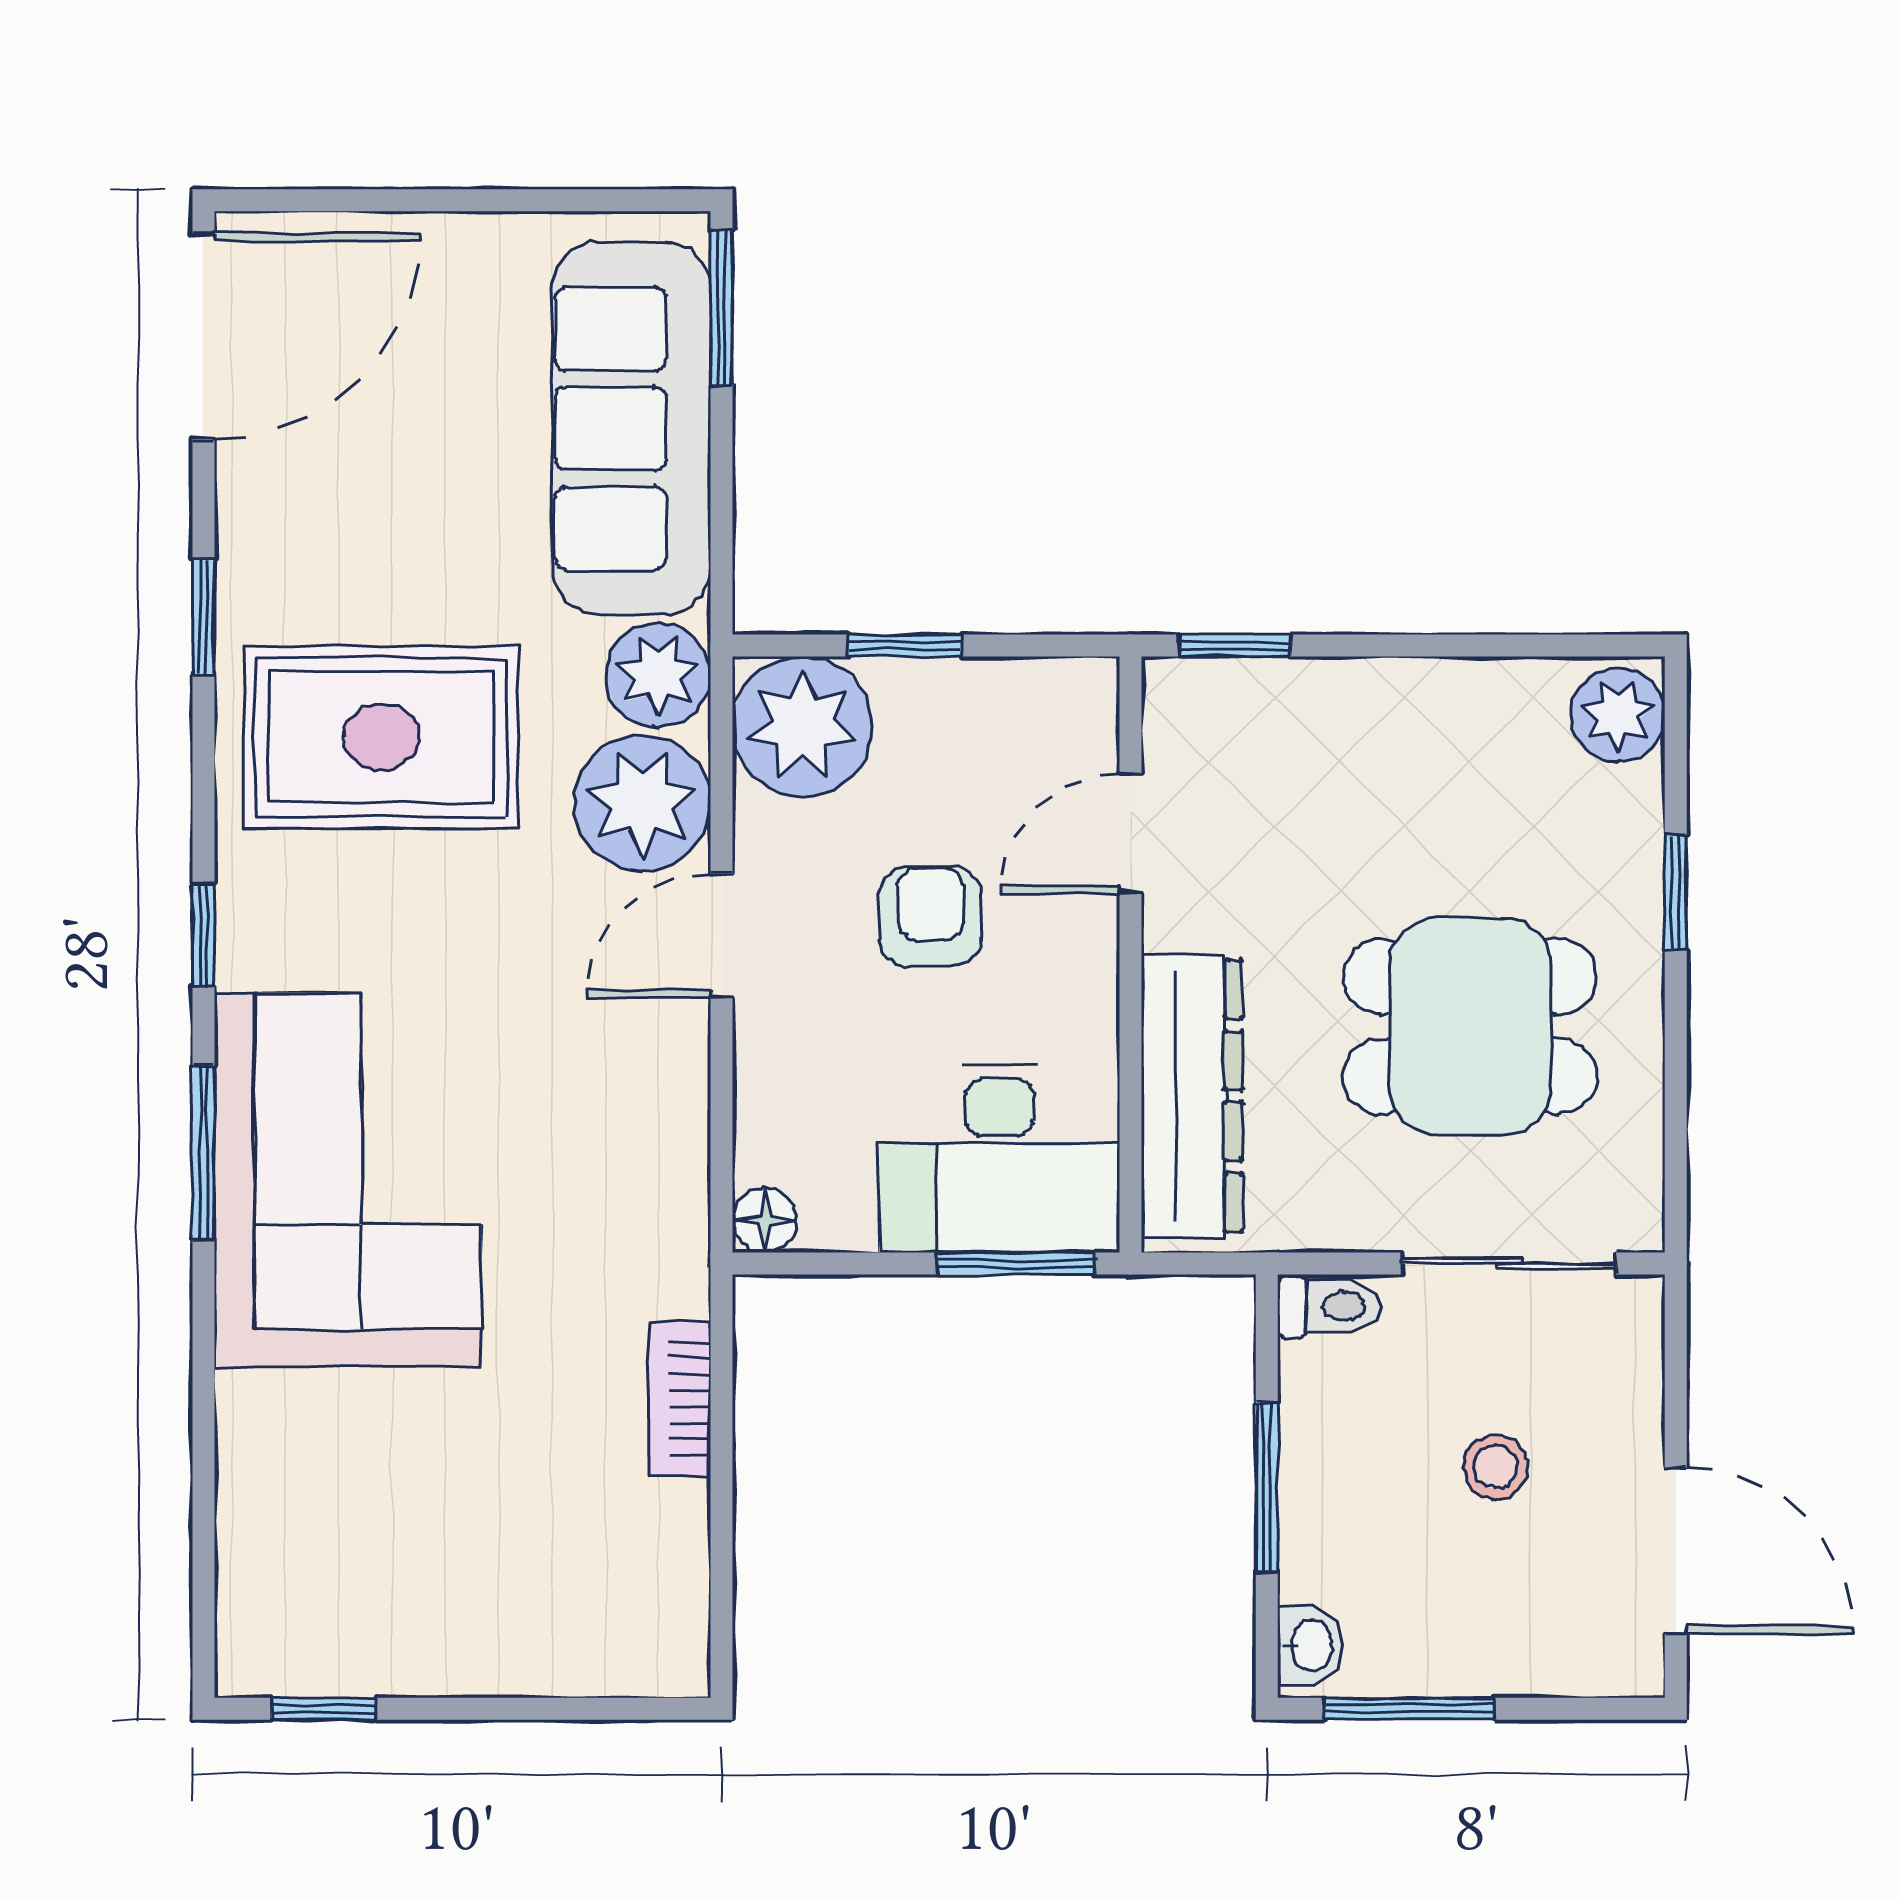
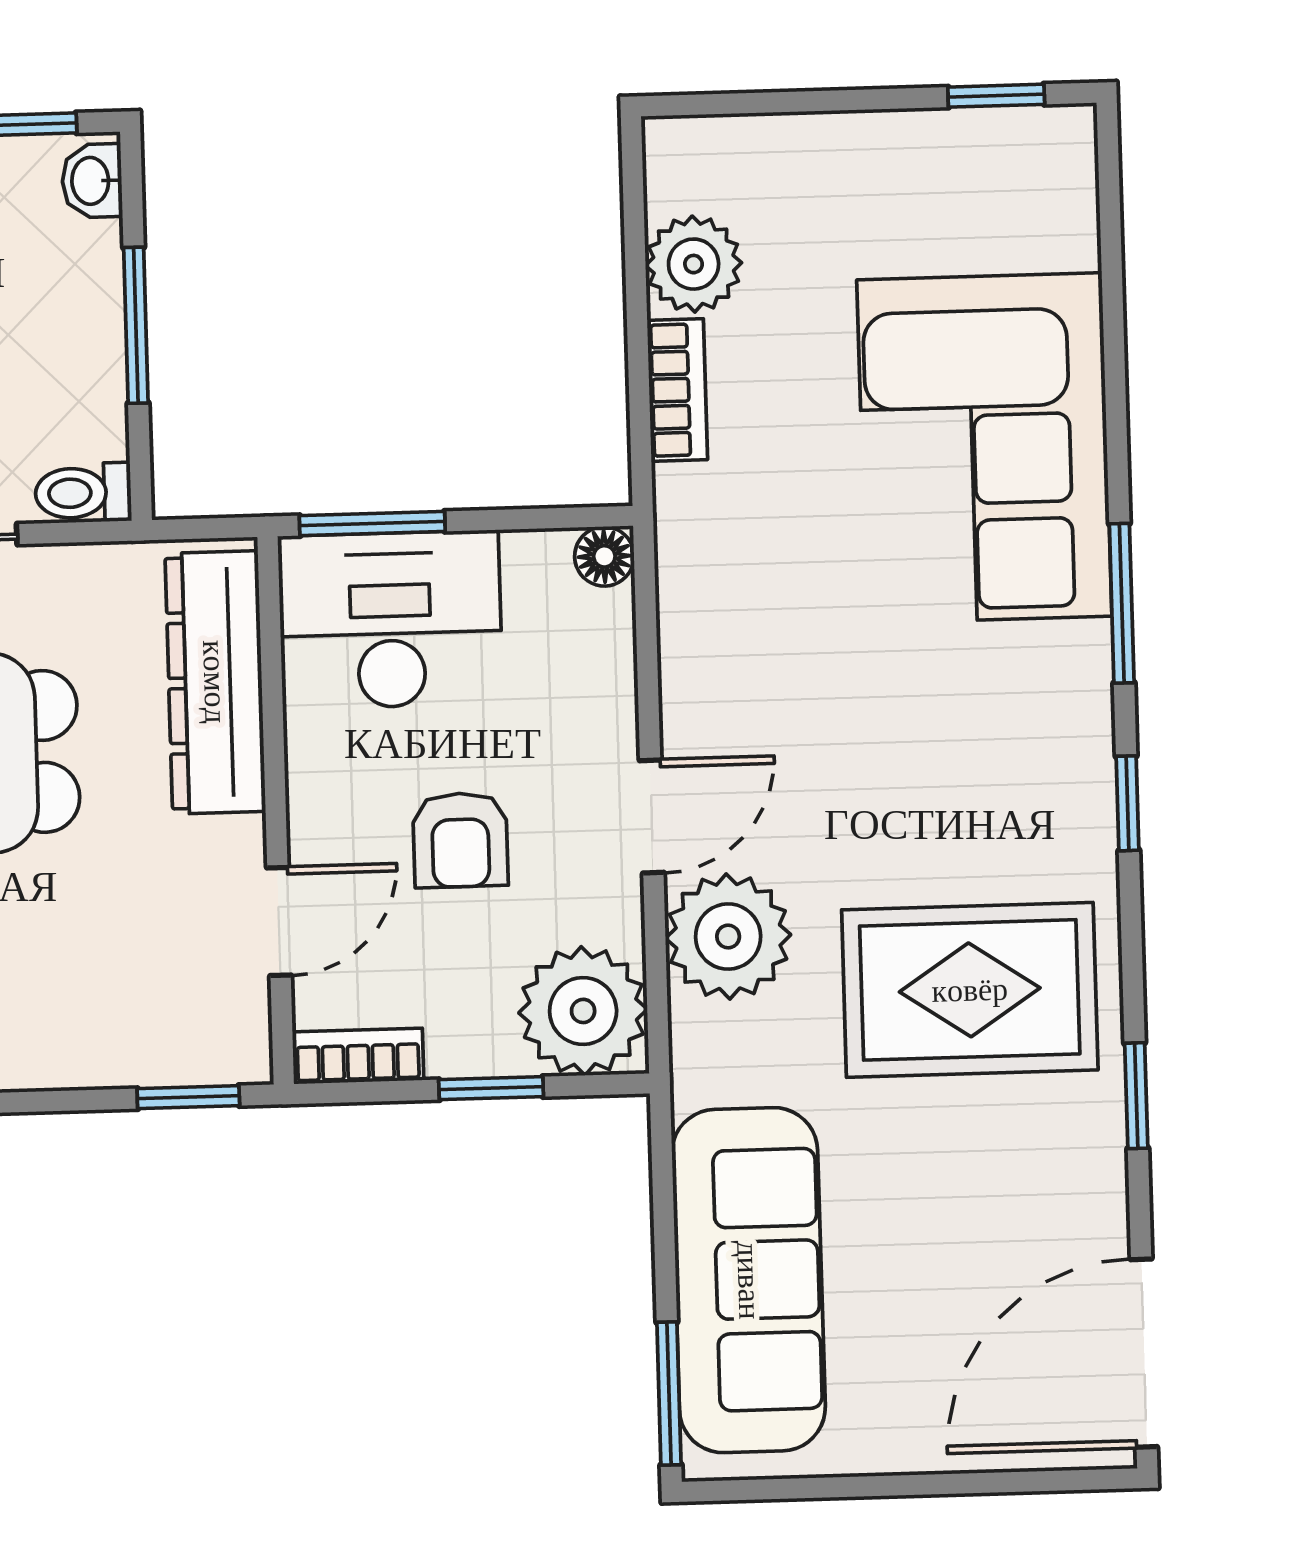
plant: (658, 675) -> (694, 264), moved
bookcase: (1049, 685) -> (358, 1056), added
corner sofa: (348, 1180) -> (984, 448), moved

